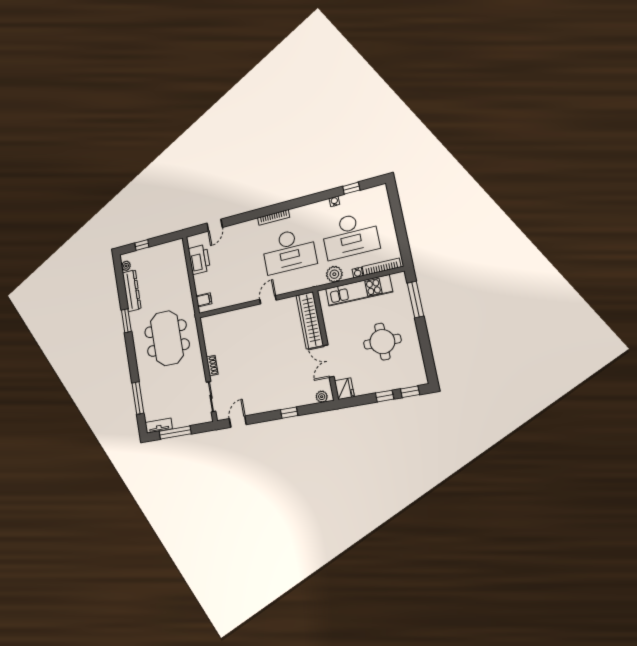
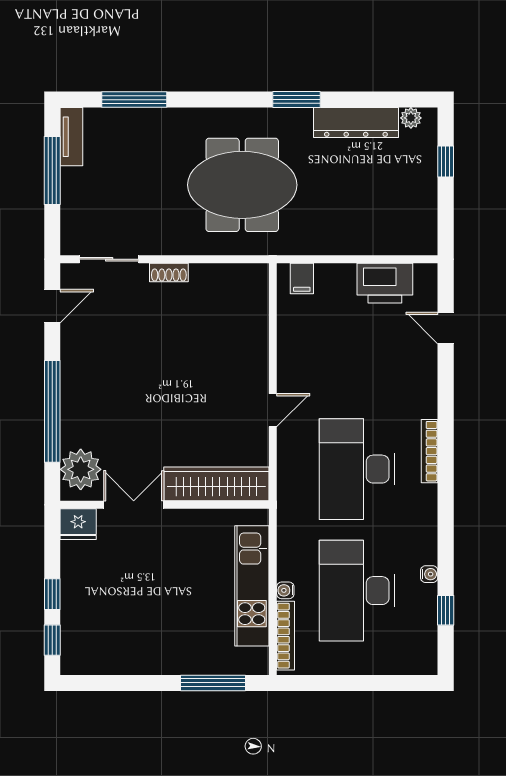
plant: (334, 274) -> (292, 547), removed
door: (268, 300) -> (273, 410), hinge flipped
round table: (382, 342) -> (150, 610), removed
plant: (322, 397) -> (81, 469), width x1.87, depth x1.87
window: (289, 413) -> (52, 411), width x3.17
door: (238, 422) -> (52, 306), hinge flipped

